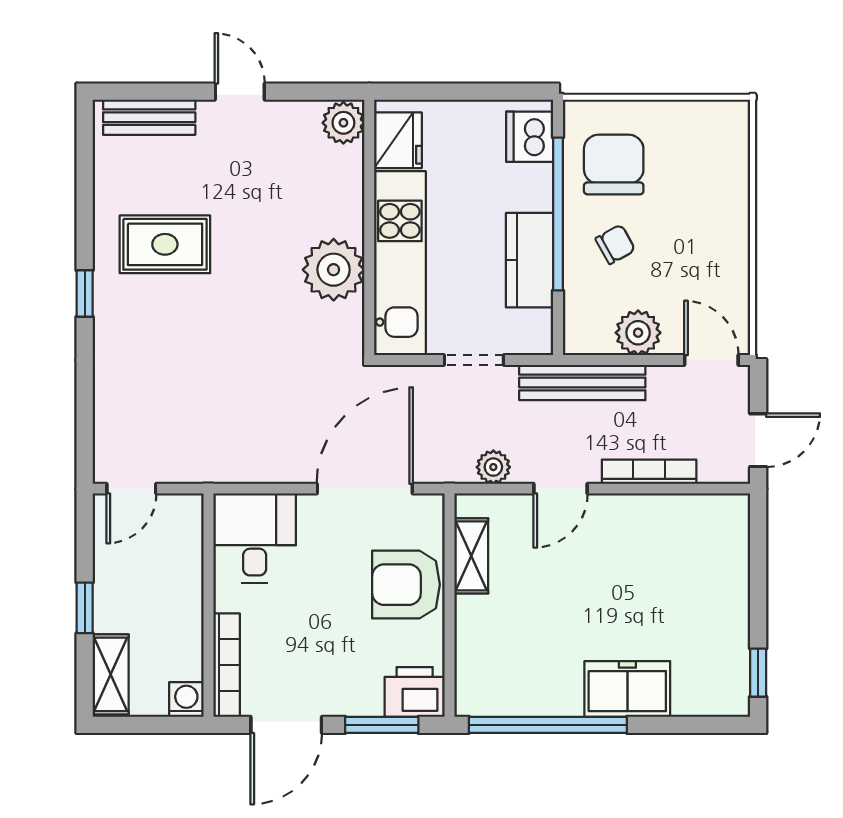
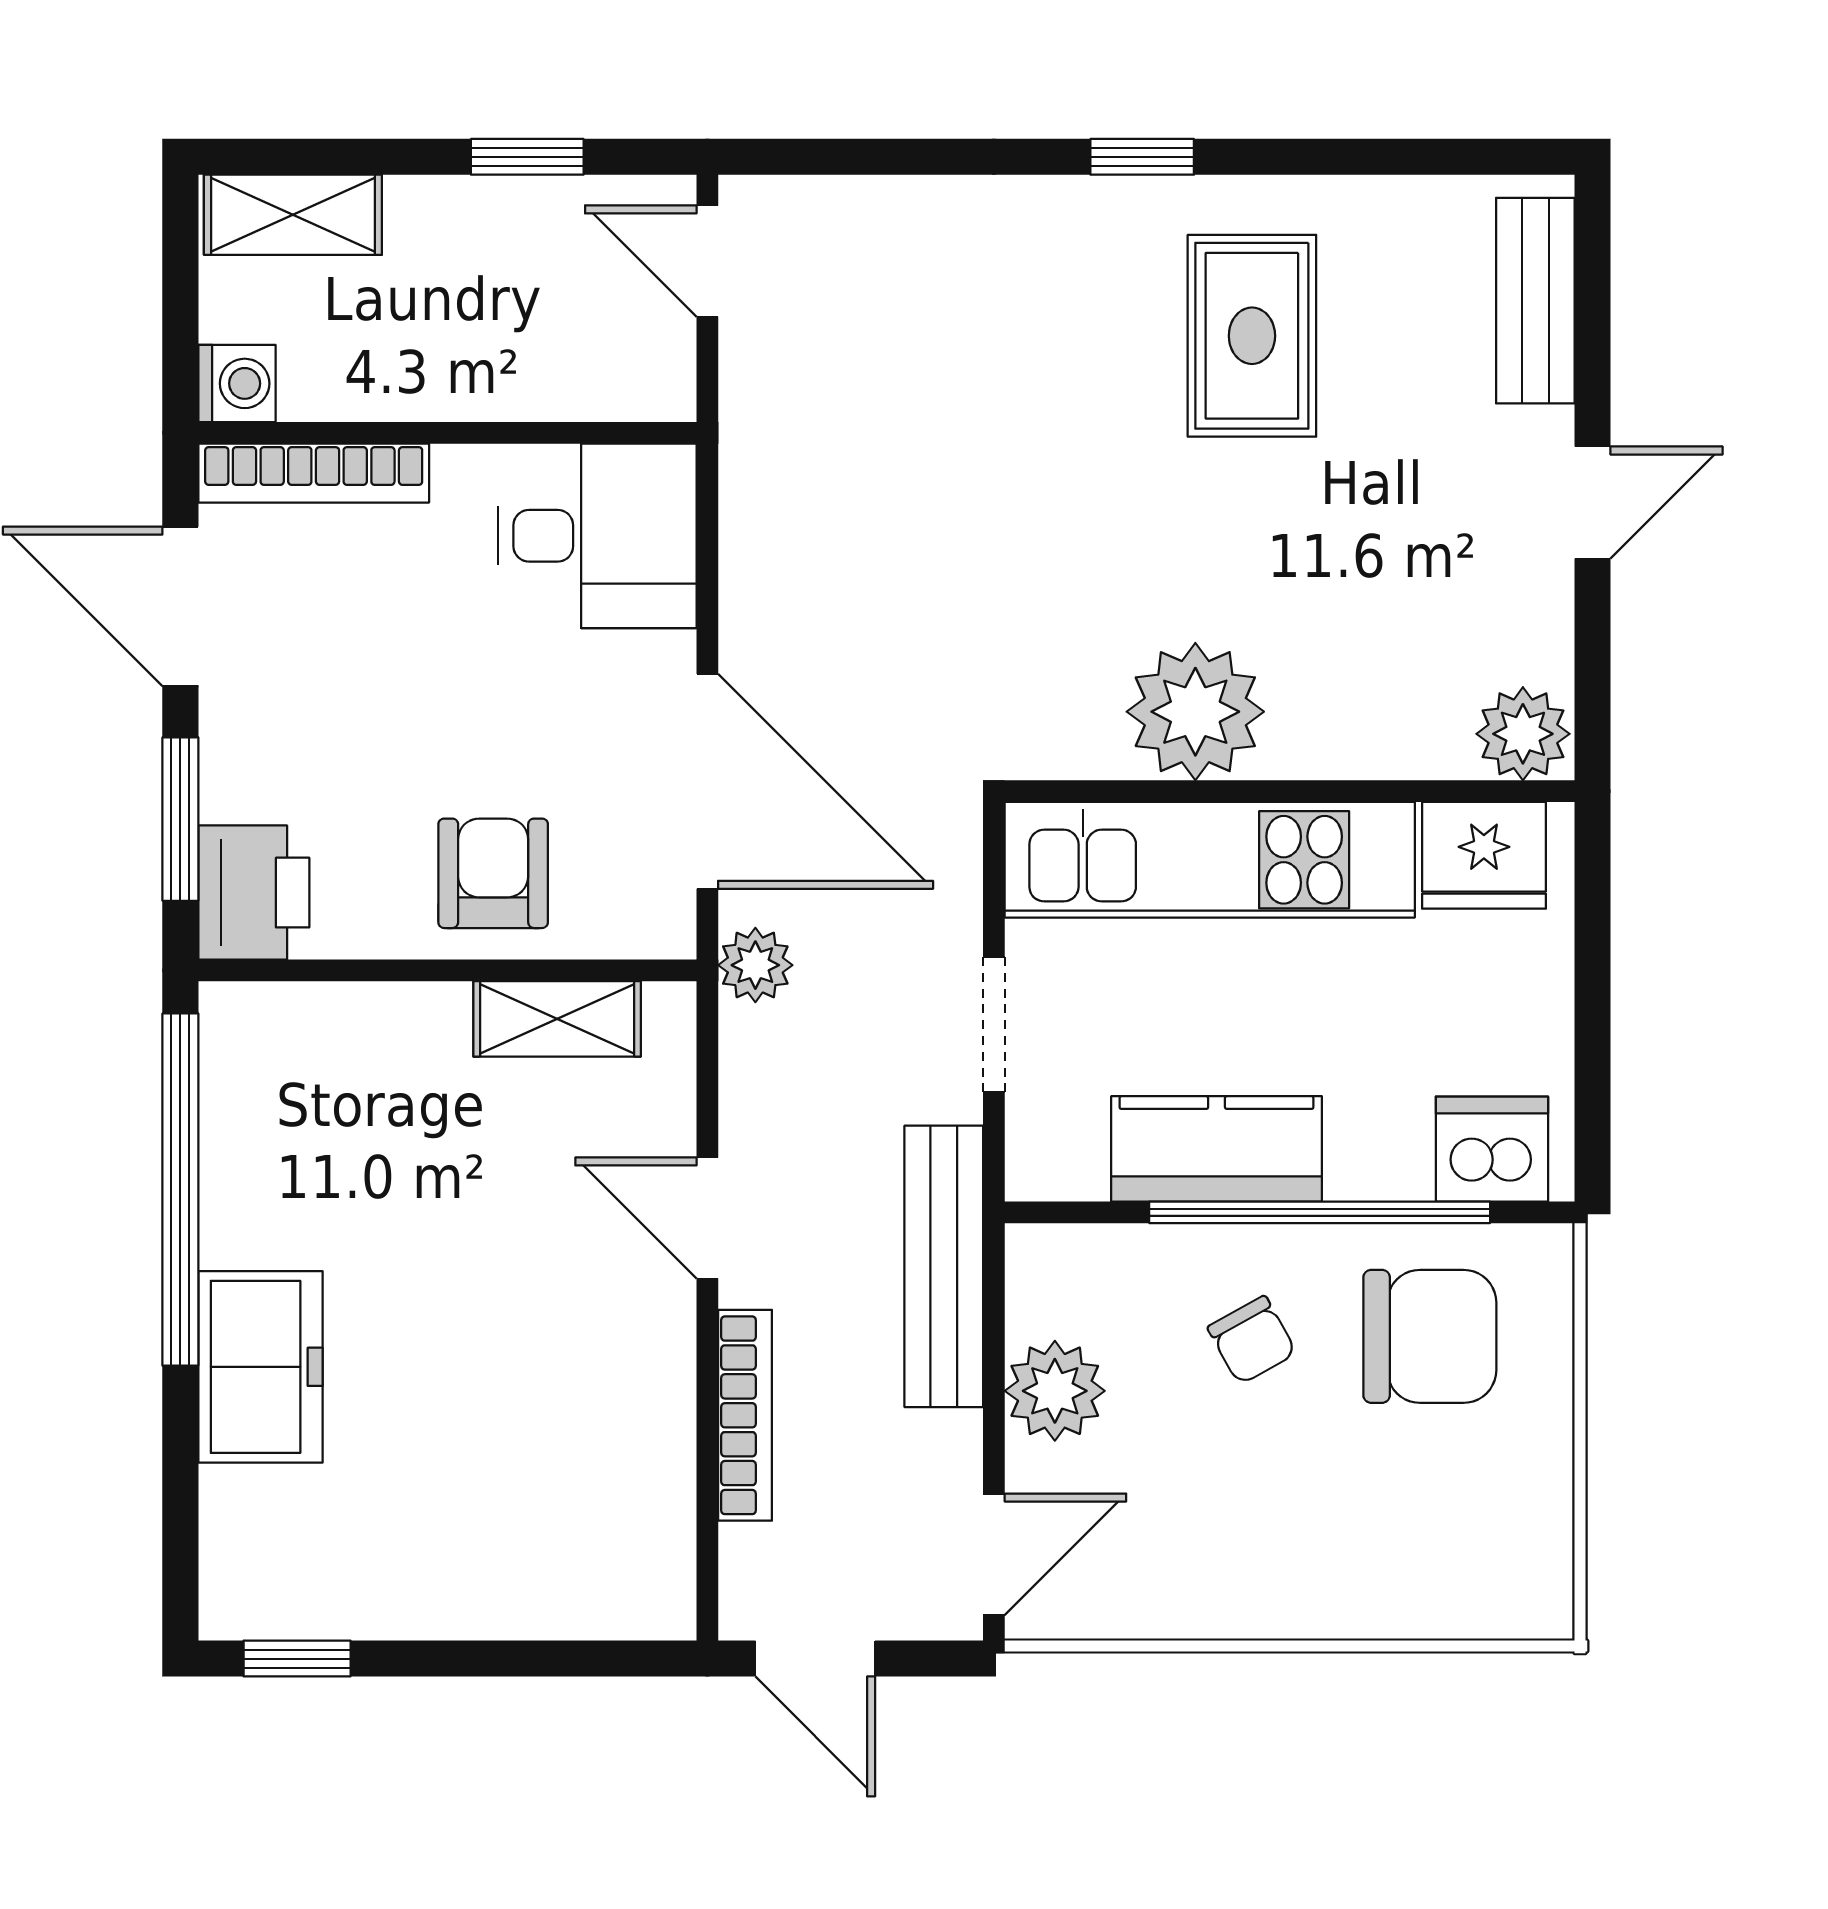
plant: (493, 467) -> (755, 965), moved
armchair: (406, 585) -> (493, 873), width x0.72, depth x0.72
window: (85, 608) -> (527, 157), moved

